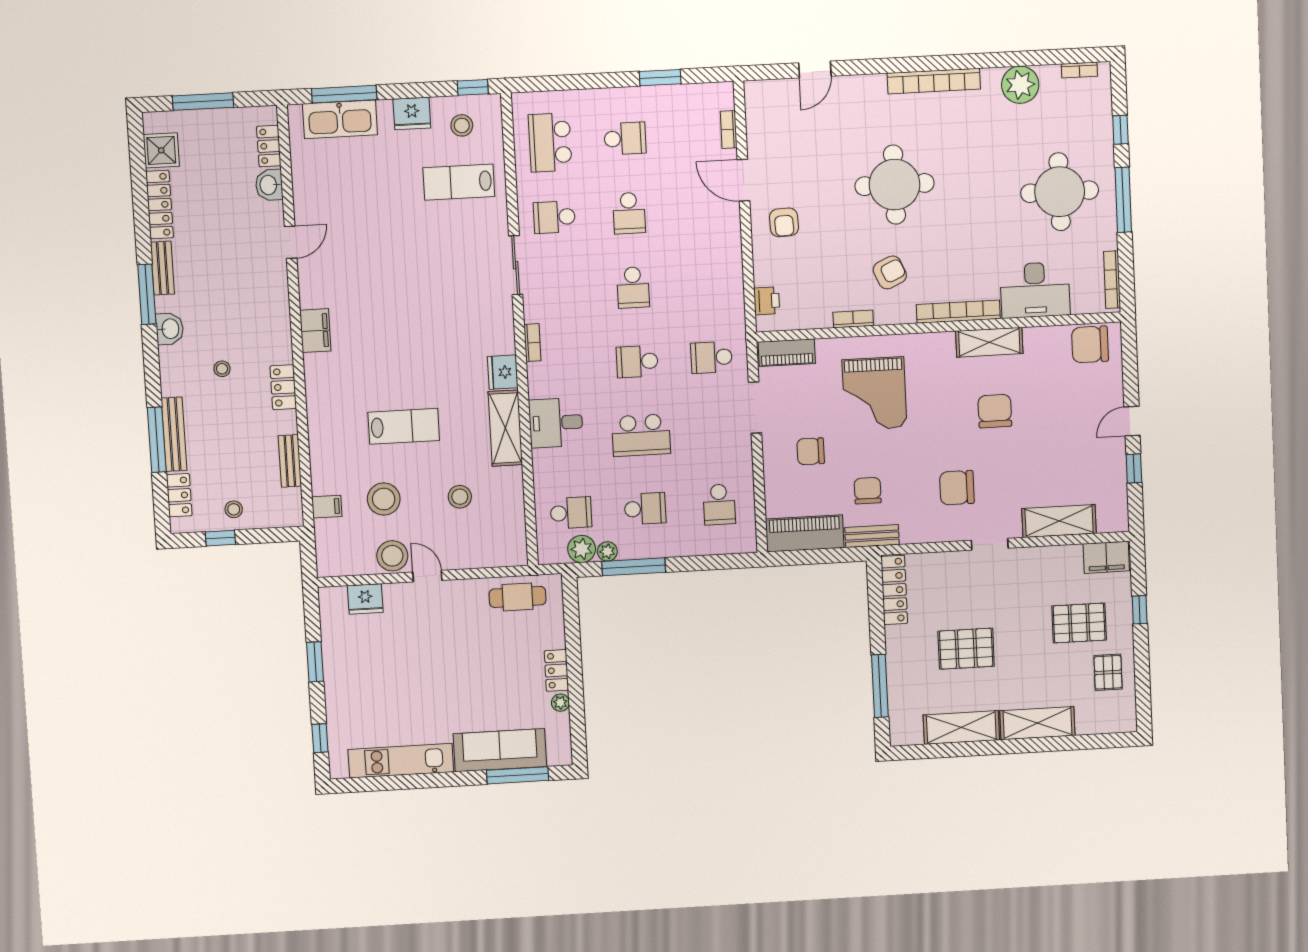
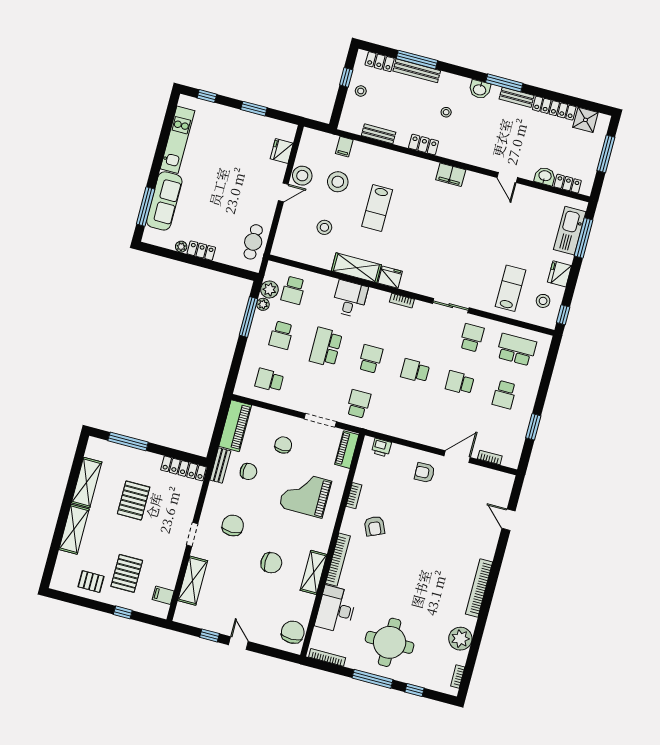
round table: (894, 185) -> (426, 545), removed
filing cabinet: (1106, 557) -> (163, 595), width x0.50

